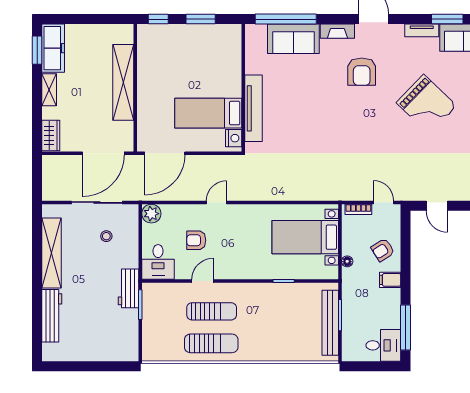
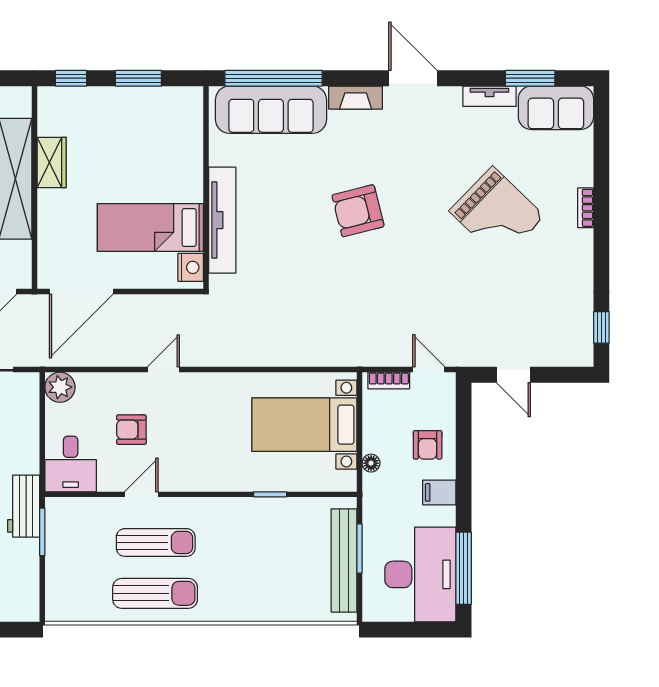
sofa: (293, 39) -> (271, 110), width x1.36
wardrobe: (146, 72) -> (52, 162), added
armchair: (362, 72) -> (358, 211), moved, turned 76
armchair: (383, 250) -> (428, 445), turned -58
desk: (383, 345) -> (420, 574), width x1.87, depth x1.30

